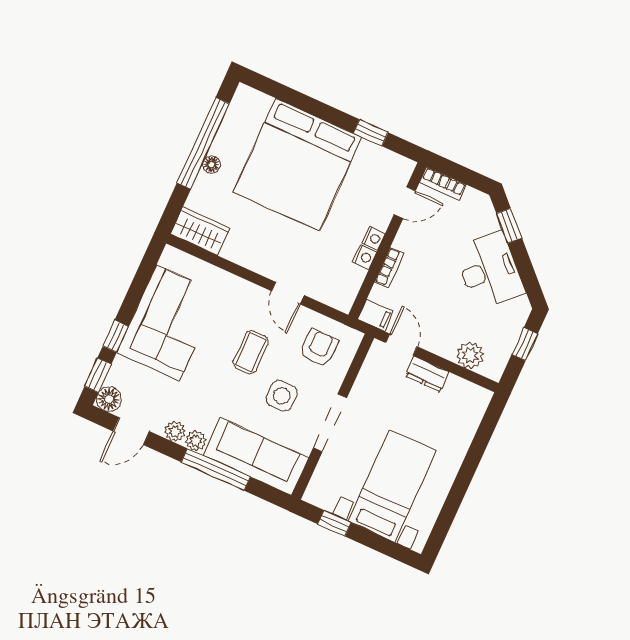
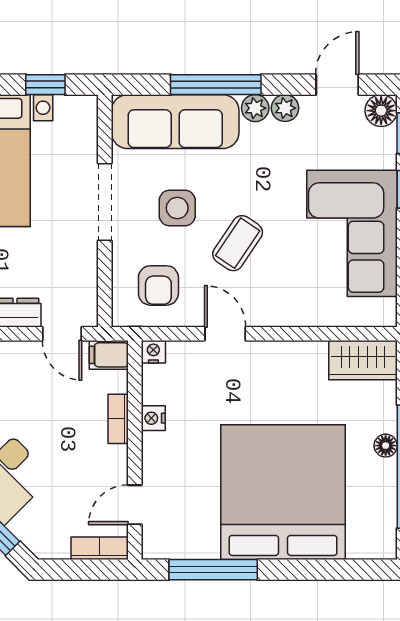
window: (371, 133) -> (213, 570), width x2.17
nightstand: (374, 238) -> (153, 352), moved, turned 90
coffee table: (251, 352) -> (238, 243), turned 34

